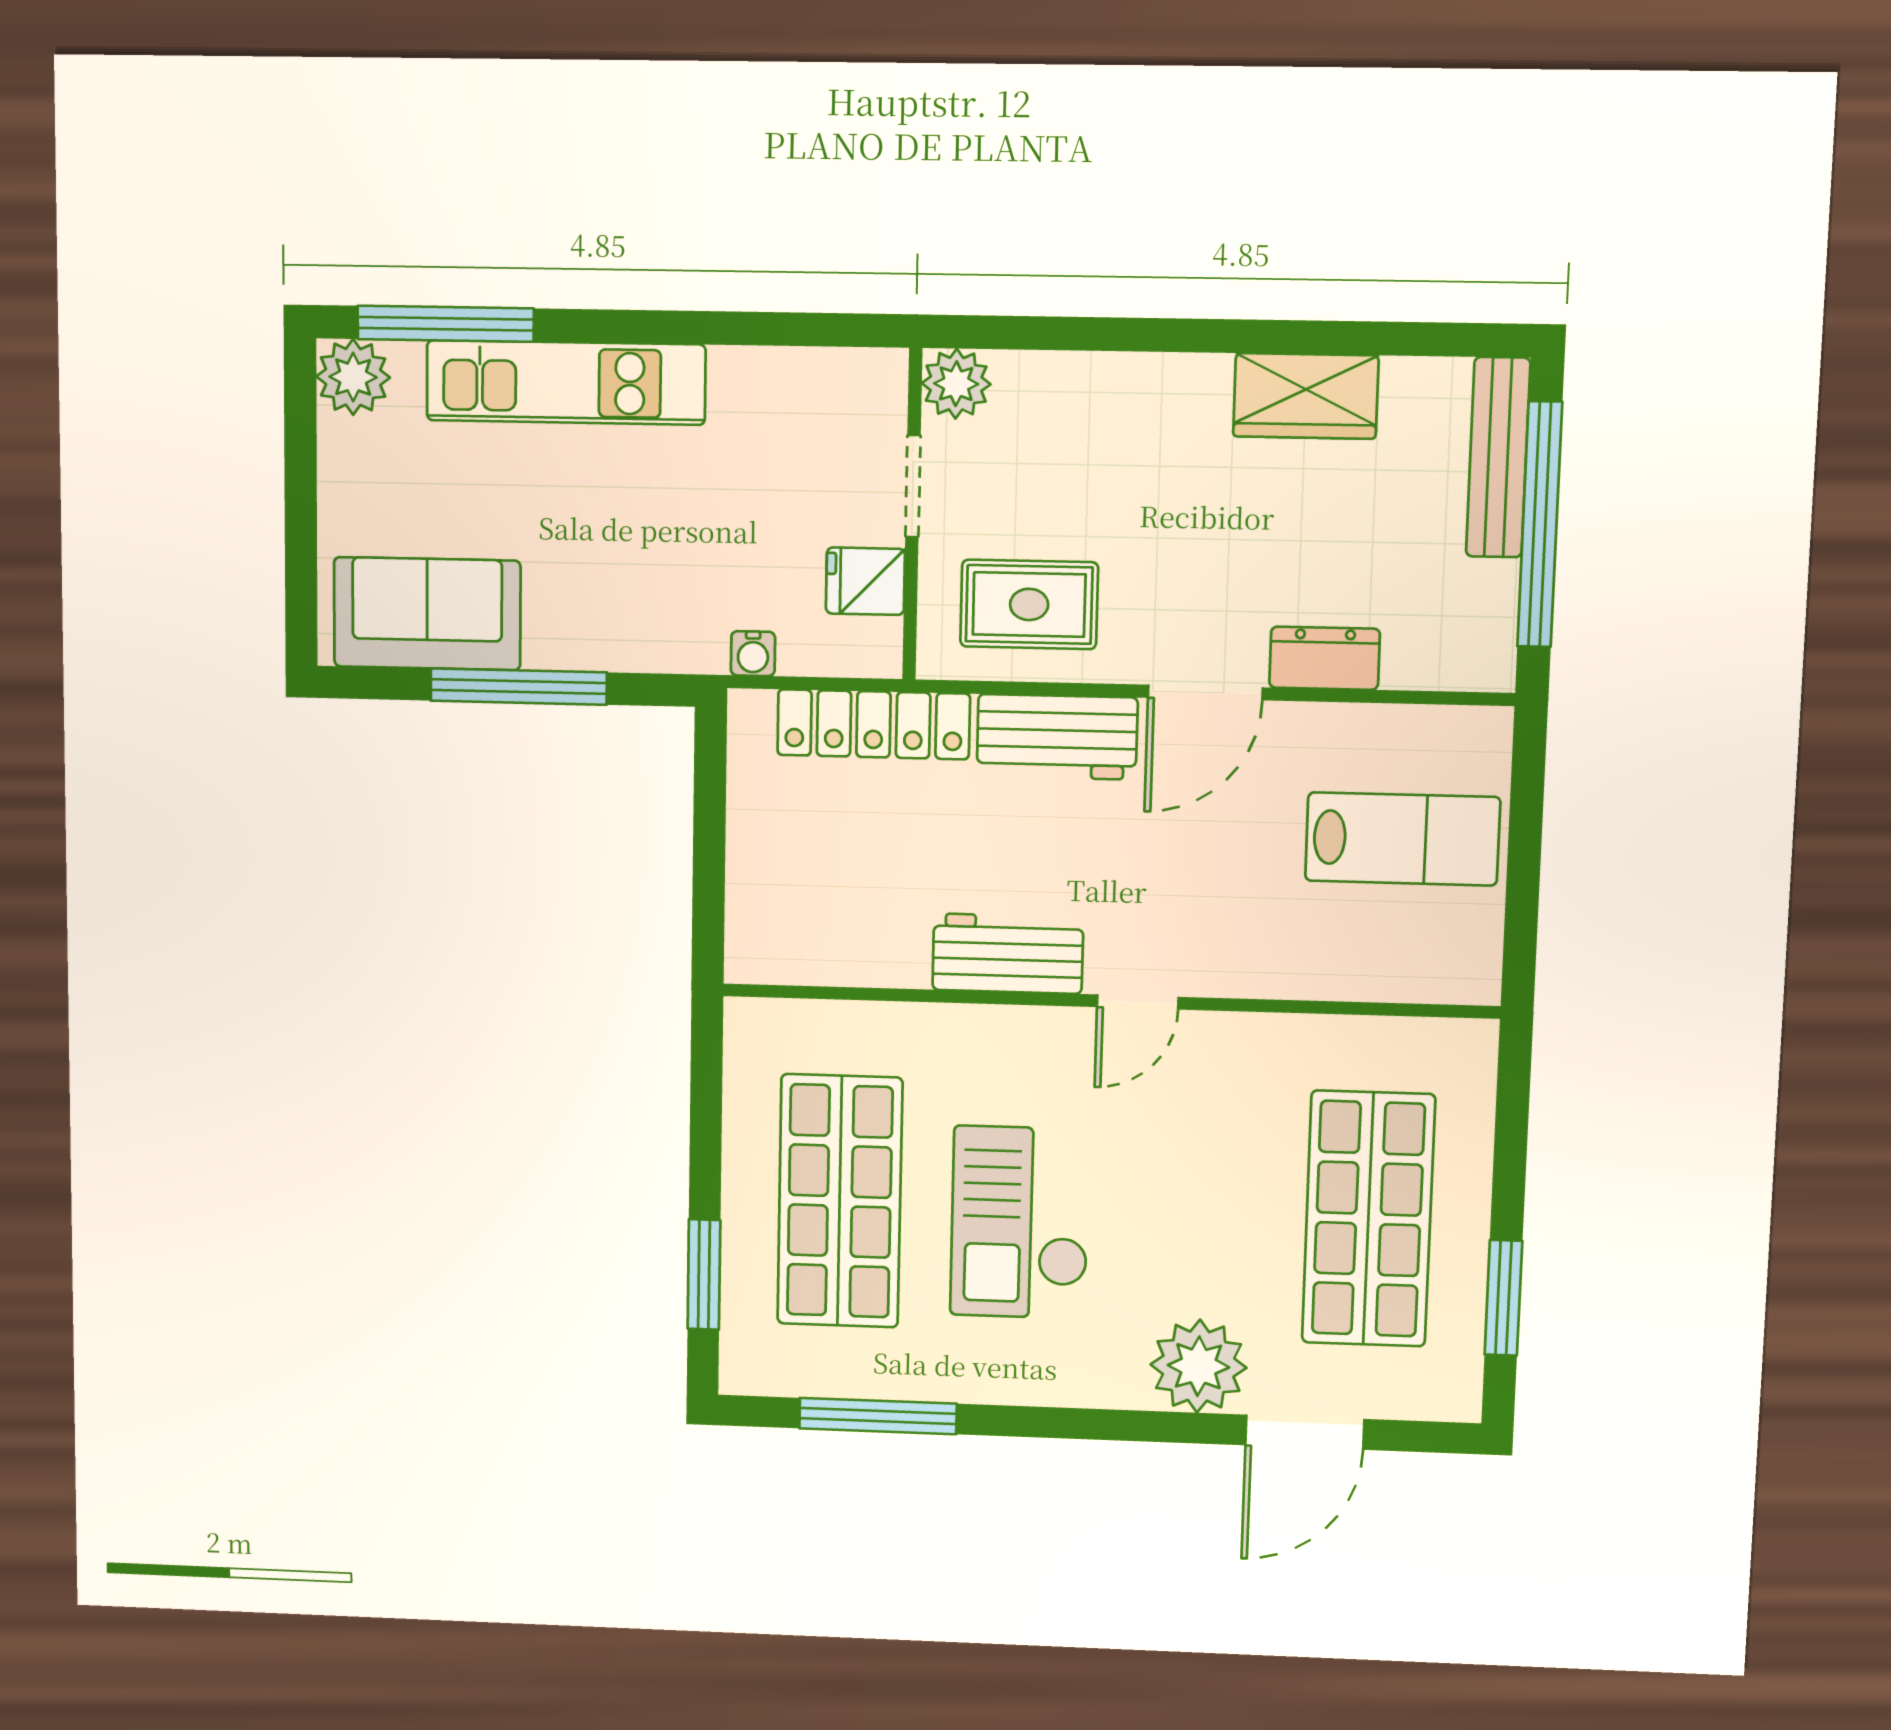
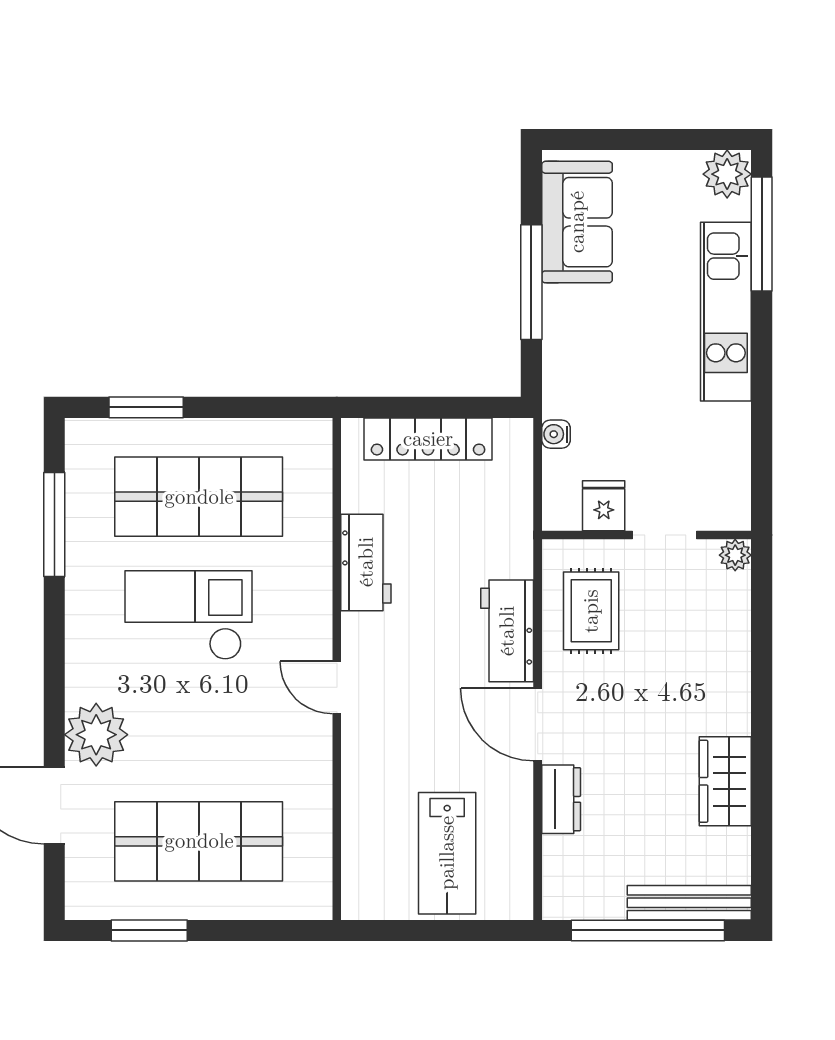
plant: (956, 384) -> (735, 555), width x0.73, depth x0.73
locker: (874, 724) -> (428, 439), moved, turned -90
workbench: (1008, 954) -> (366, 562), moved

